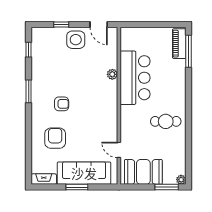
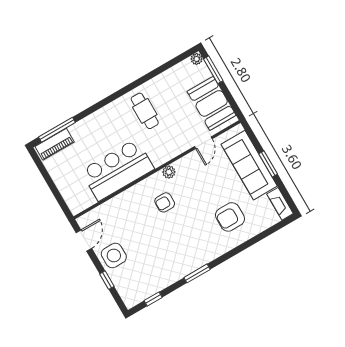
plant: (112, 74) -> (169, 172), moved
armchair: (62, 104) -> (165, 202), moved, turned -90

